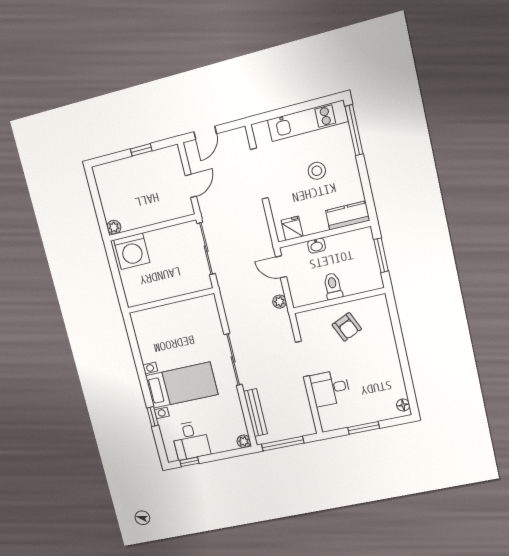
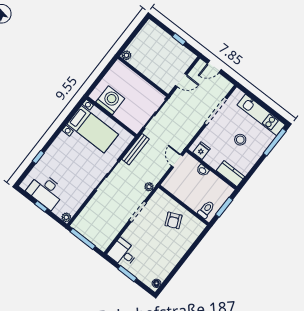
washing machine: (132, 251) -> (110, 100), moved, turned 180
toilet: (333, 286) -> (206, 209), moved
plant: (280, 302) -> (149, 187), moved
bed with nightstands: (182, 385) -> (93, 129), moved
desk: (330, 388) -> (123, 253), moved
bench: (255, 413) -> (135, 149), moved
desk: (191, 440) -> (46, 191), width x1.37
window: (189, 462) -> (41, 206), moved

